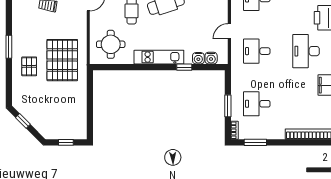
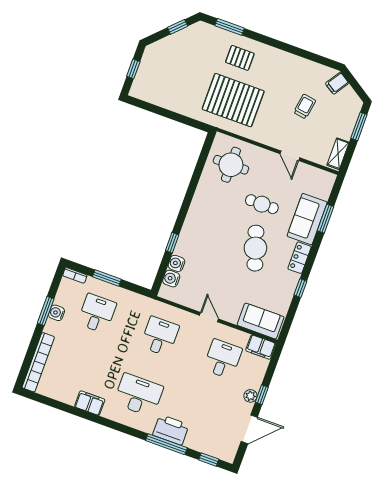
door: (229, 31) -> (209, 317), moved
window: (9, 47) -> (230, 27), moved
kitchen unit: (159, 57) -> (195, 217), removed
water cooler: (267, 134) -> (57, 313), added
window: (255, 142) -> (46, 311), moved

